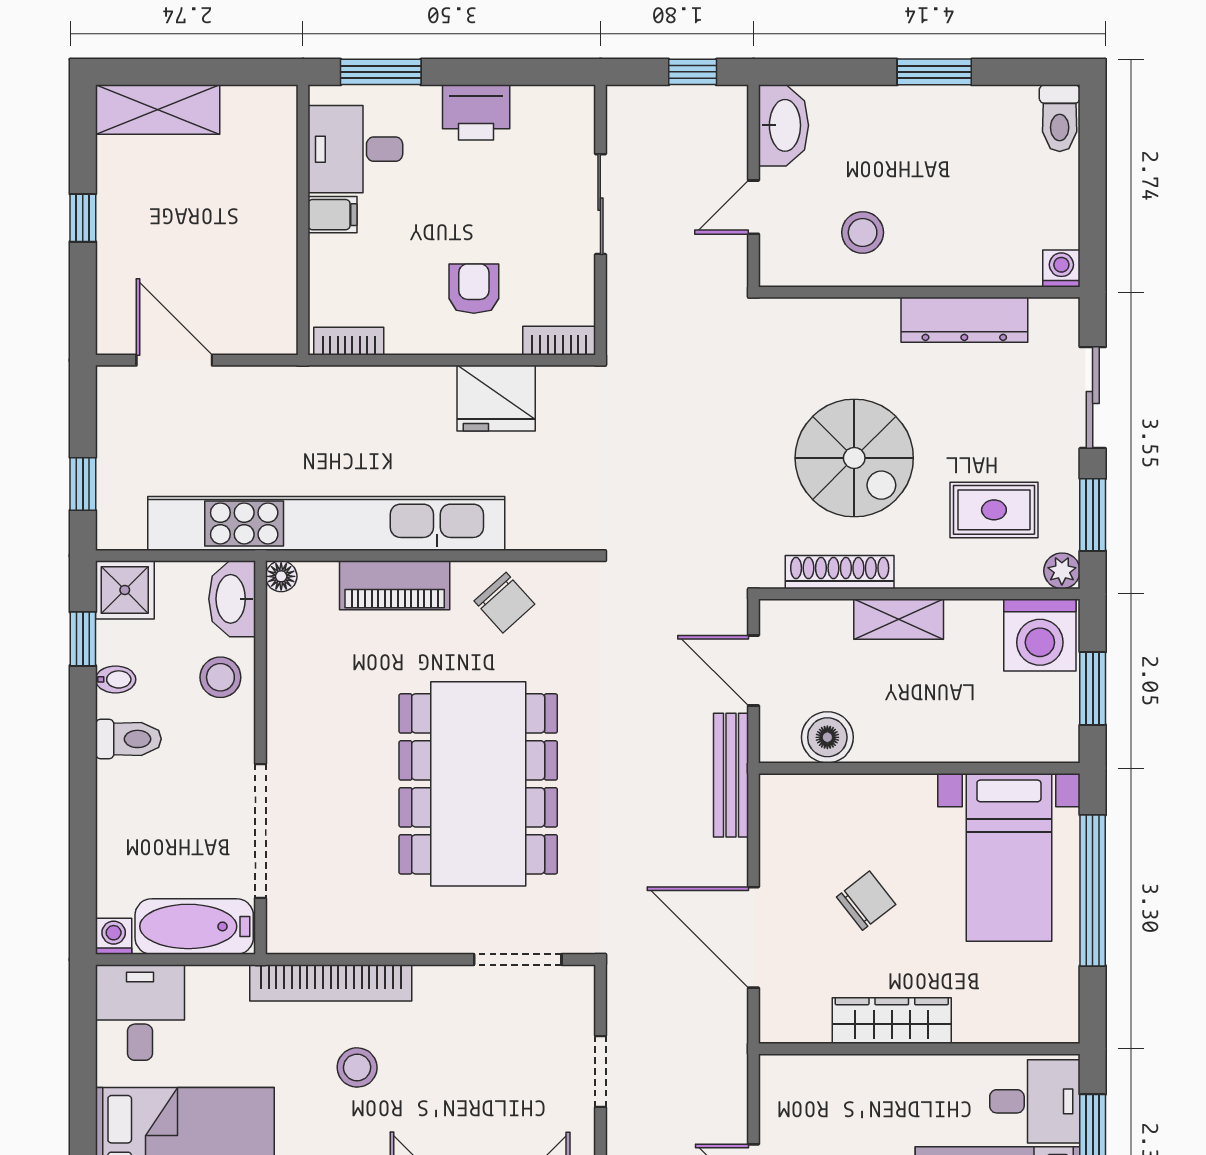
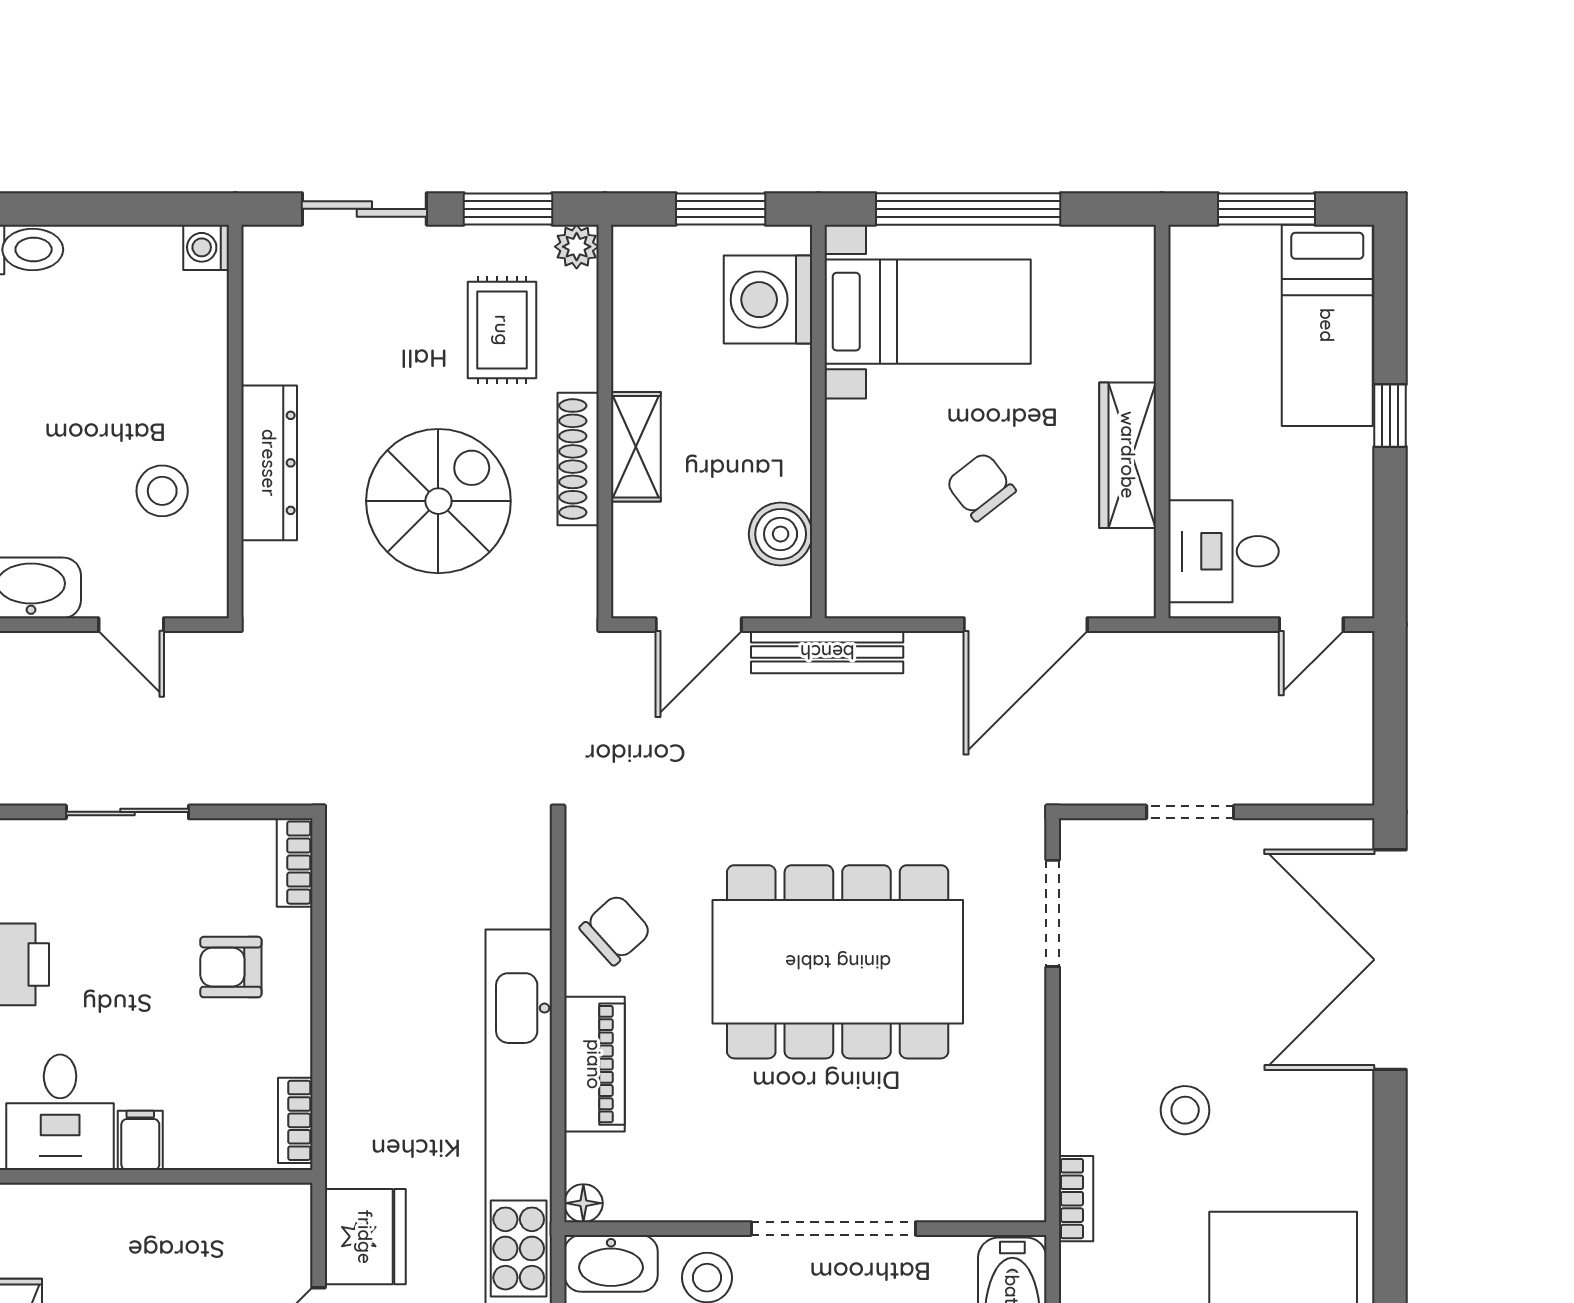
dresser: (964, 320) -> (269, 463), moved
fridge: (496, 398) -> (365, 1237), moved
shoe rack: (840, 572) -> (578, 459), moved
washing machine: (1040, 635) -> (768, 300), moved, turned 180
doorway: (260, 831) -> (834, 1229), moved
bookcase: (331, 983) -> (1076, 1199), width x0.43, depth x0.76
desk: (1035, 1101) -> (1224, 551), moved, turned -90

